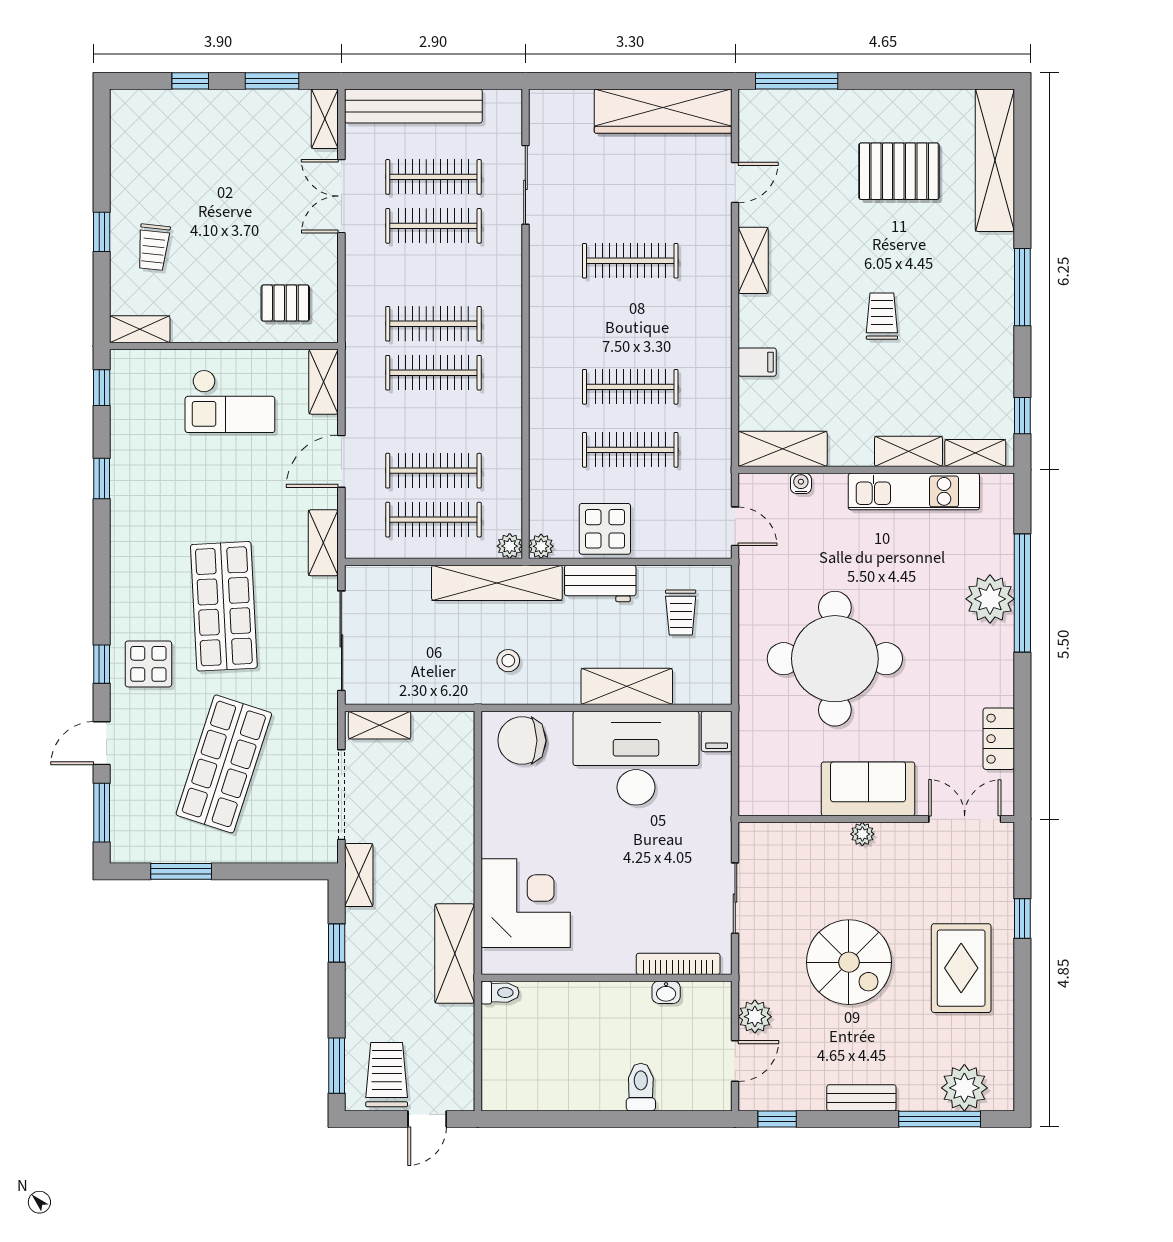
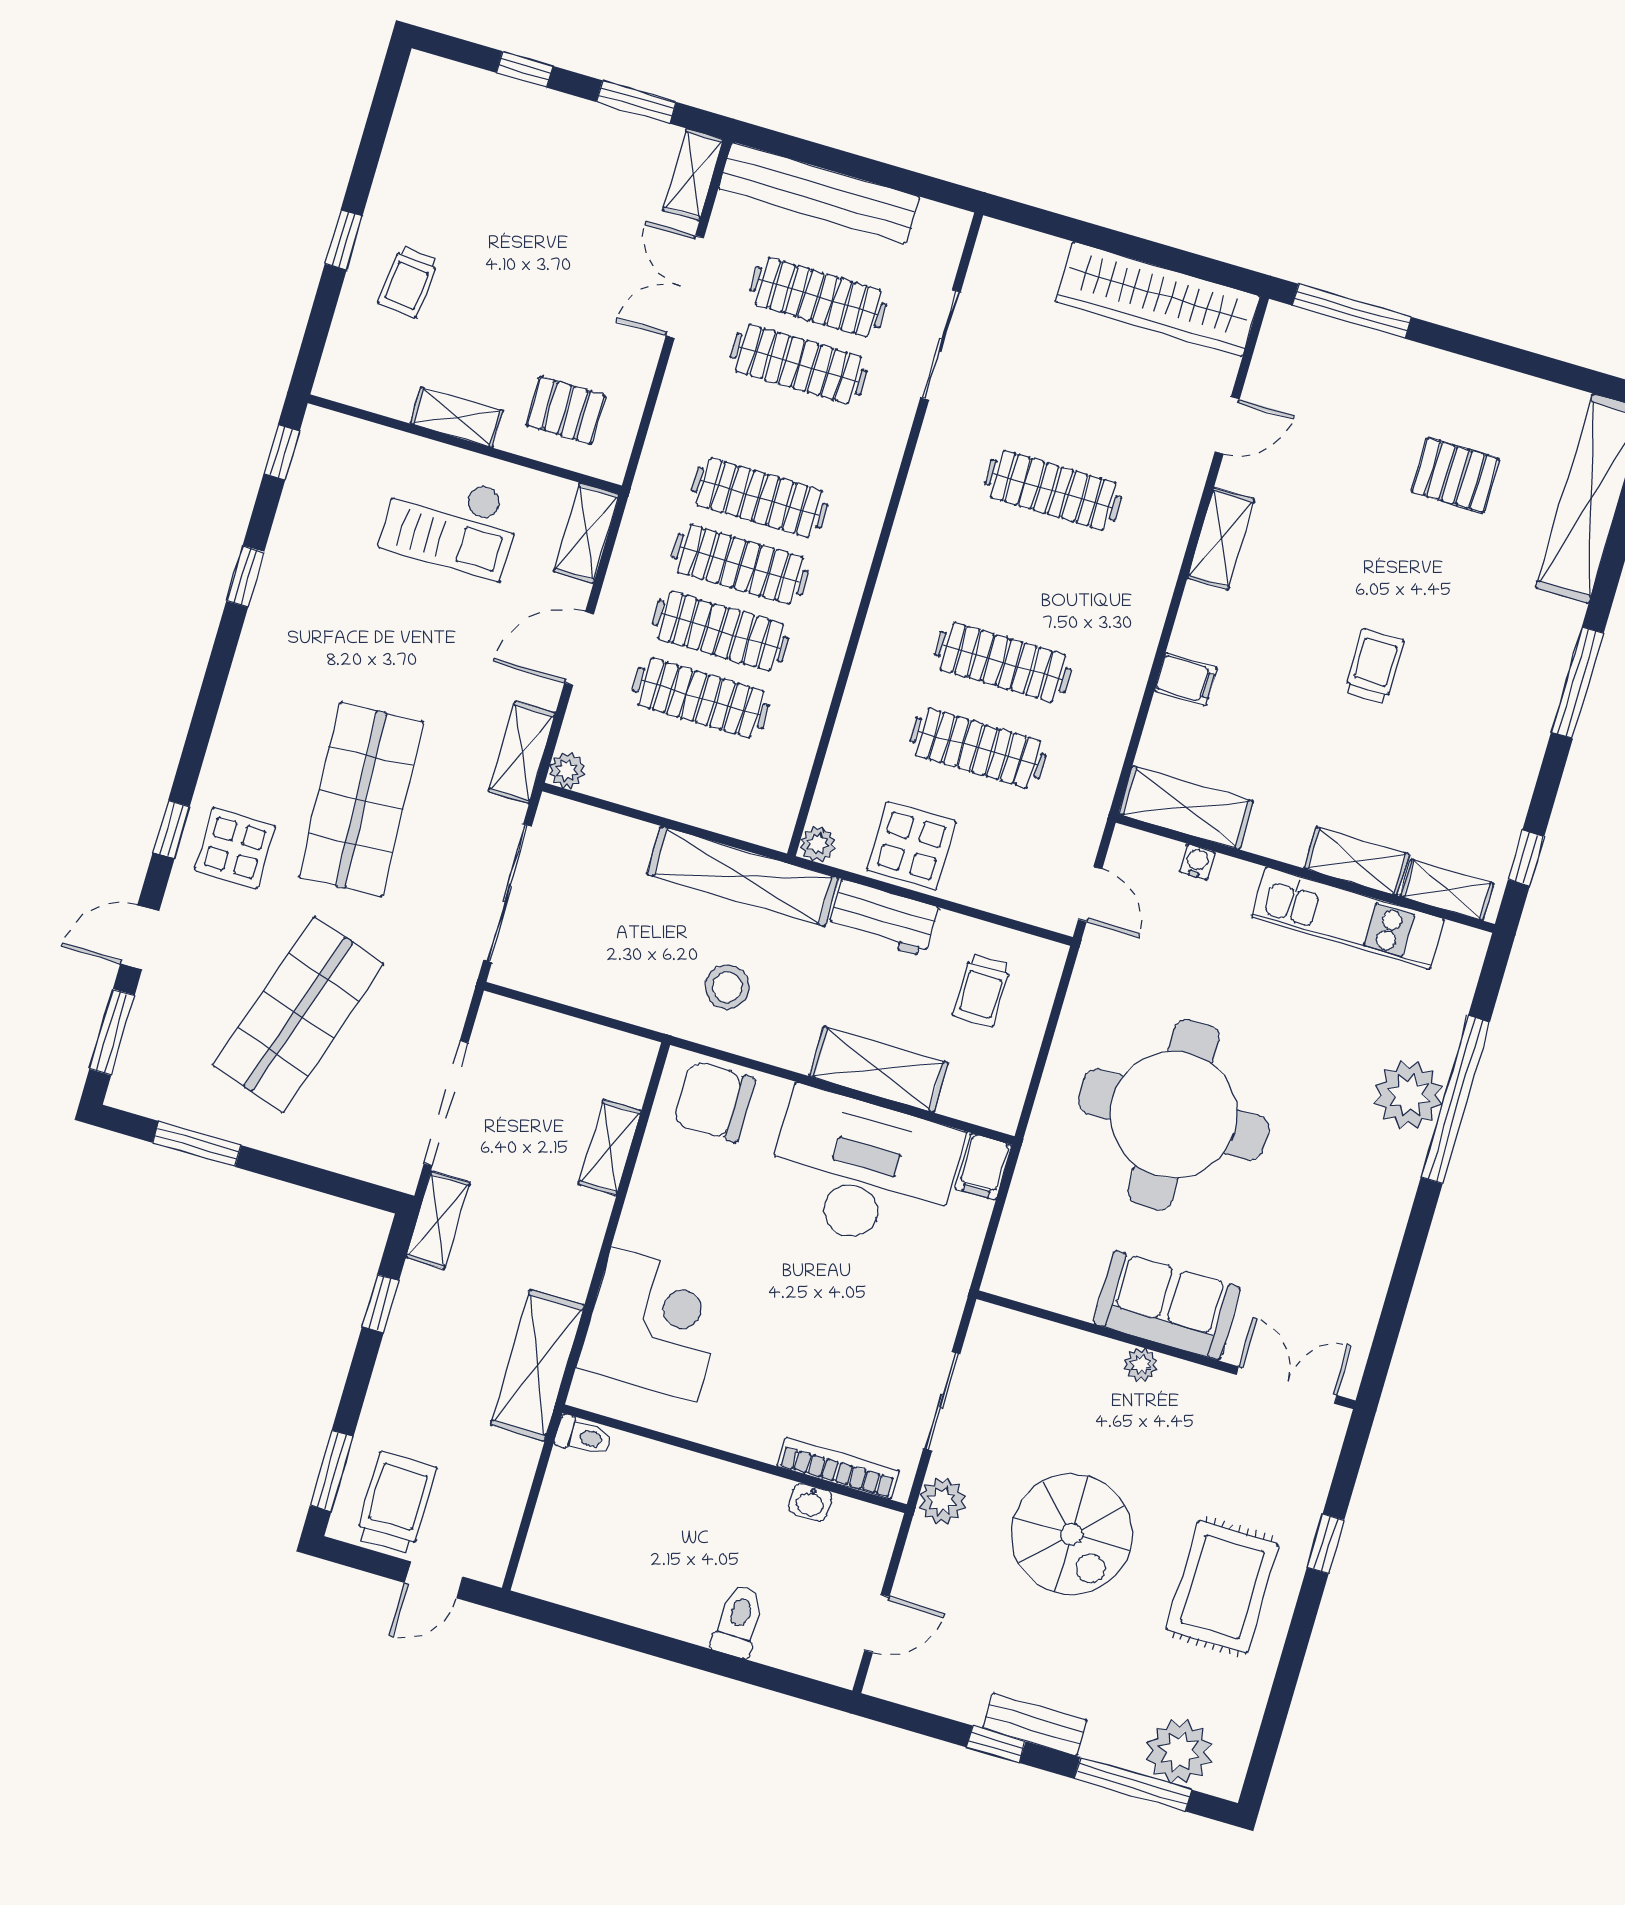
pallet: (899, 171) -> (1455, 475), width x0.67, depth x0.71
shelving: (140, 329) -> (457, 417), moved
clothes rail: (433, 520) -> (720, 631), moved
plant: (510, 546) -> (567, 770), moved
stool: (508, 661) -> (727, 987), width x1.37, depth x1.37
shelving: (380, 725) -> (610, 1147), moved, turned 90
locker: (999, 739) -> (1365, 1289), removed
plant: (755, 1017) -> (942, 1501), moved
window: (777, 1119) -> (996, 1744), moved

